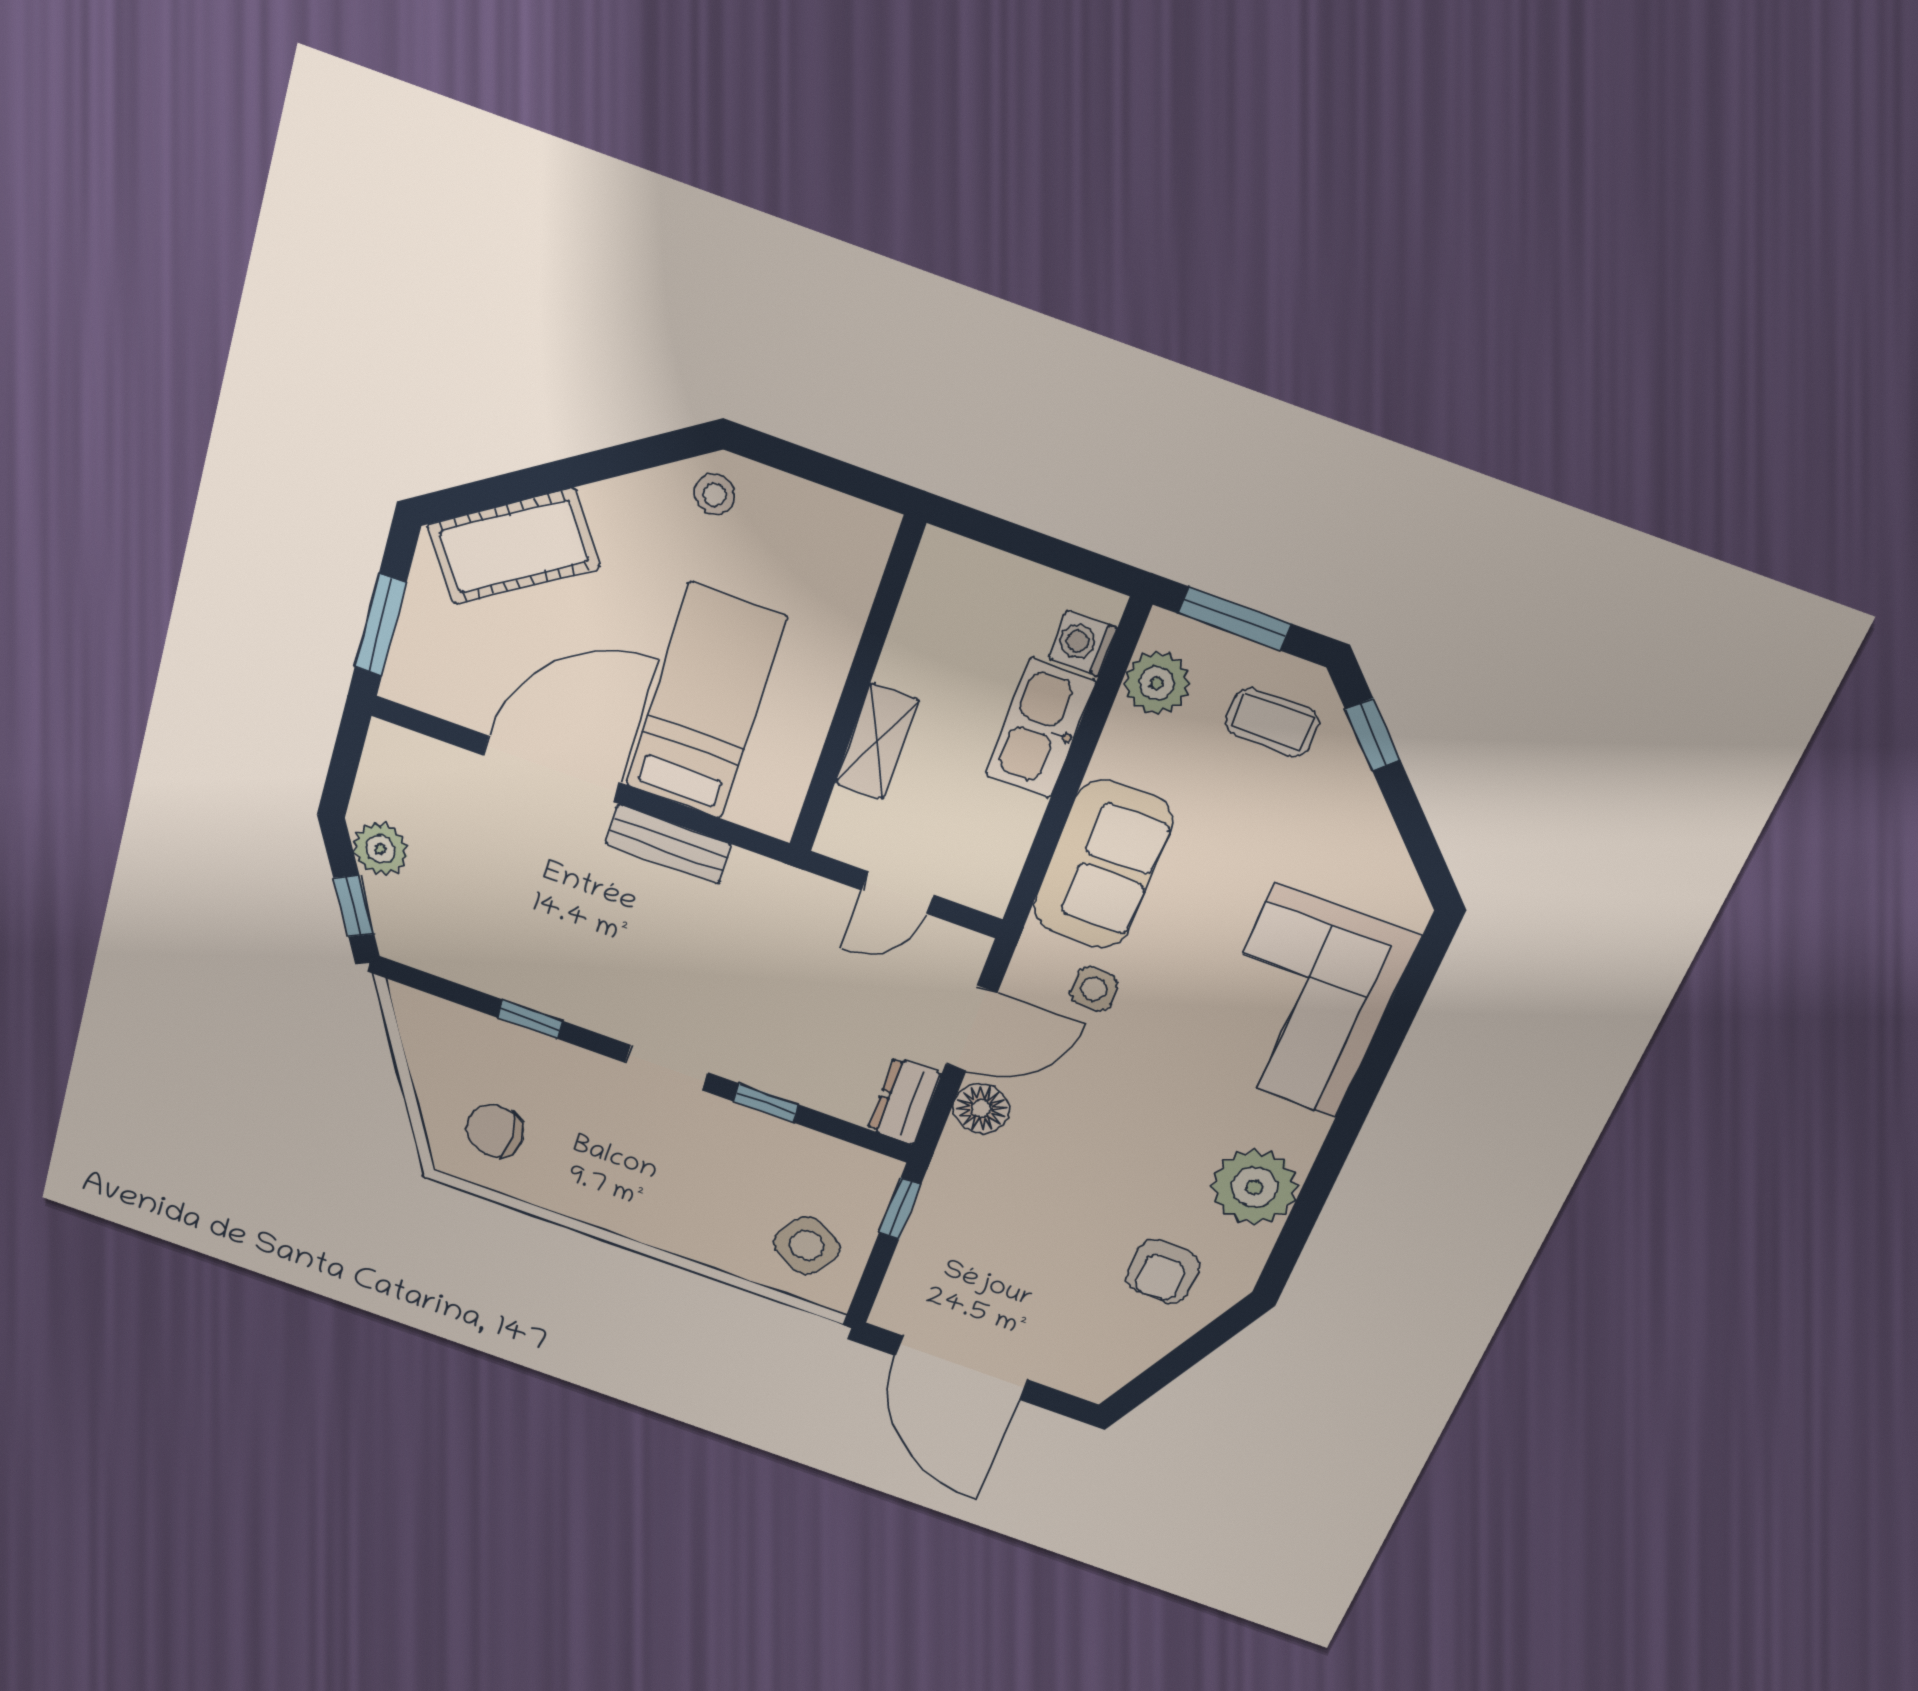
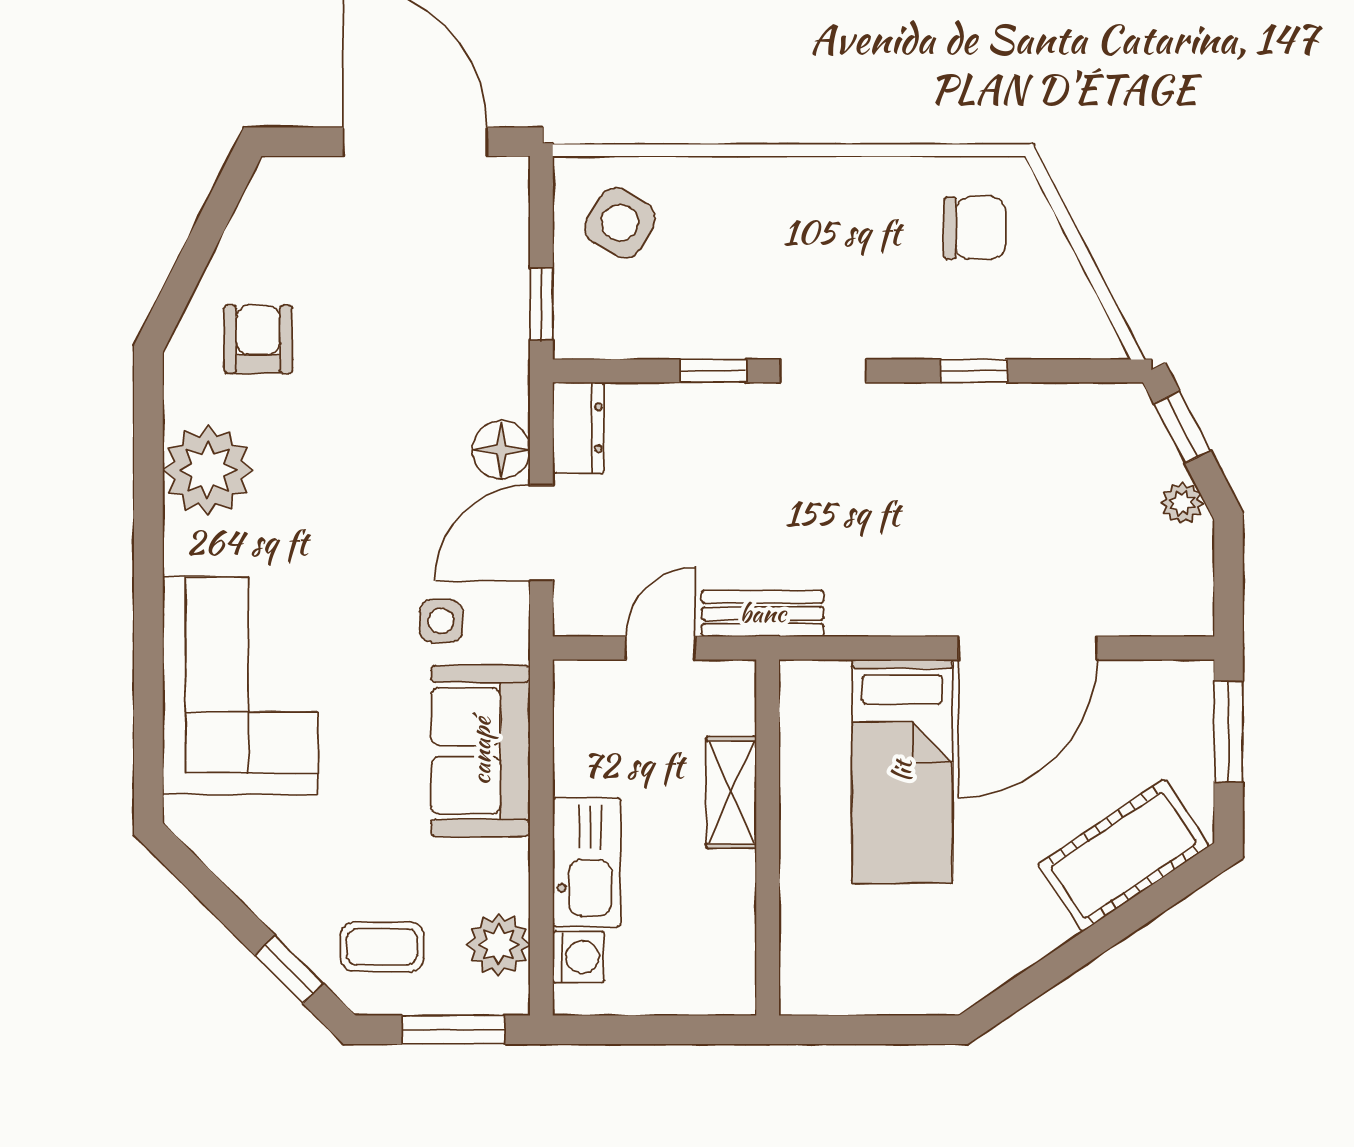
stool: (715, 494) -> (954, 972), removed
bench: (668, 844) -> (763, 613), moved
plant: (380, 849) -> (1182, 503), width x0.73, depth x0.73

